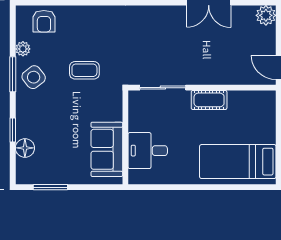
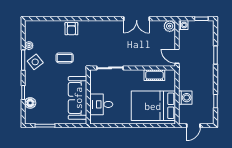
armchair: (44, 21) -> (71, 29), moved
cot: (209, 100) -> (154, 75), moved
sofa: (107, 149) -> (78, 98), width x1.36
bed: (238, 162) -> (153, 106), width x1.50

